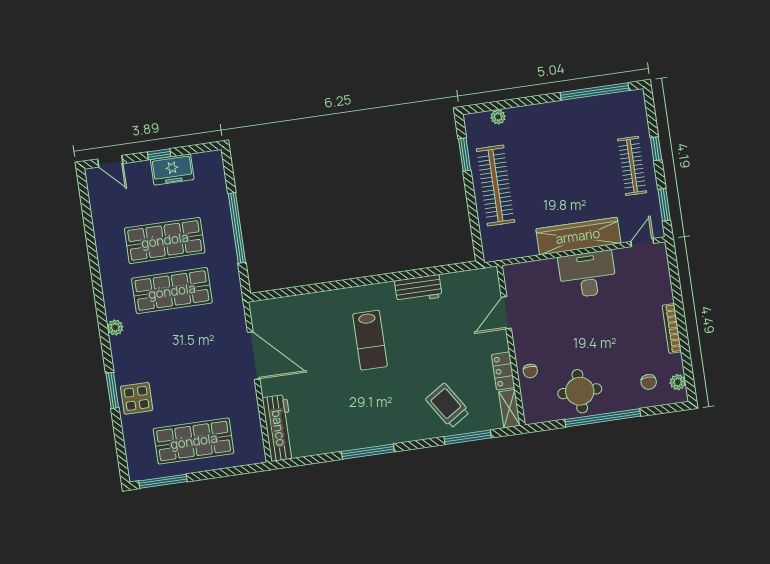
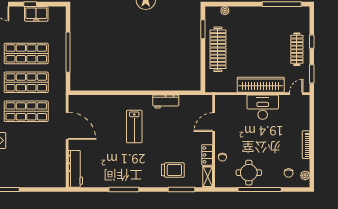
trolley: (448, 406) -> (173, 170), turned 123
shop shelf: (194, 441) -> (26, 111), moved

